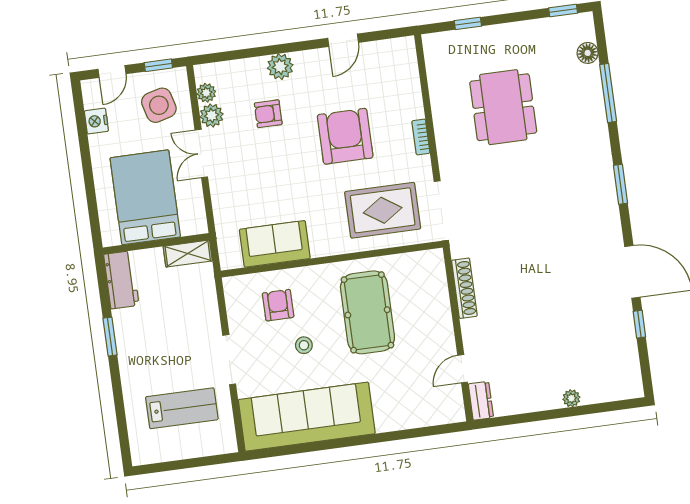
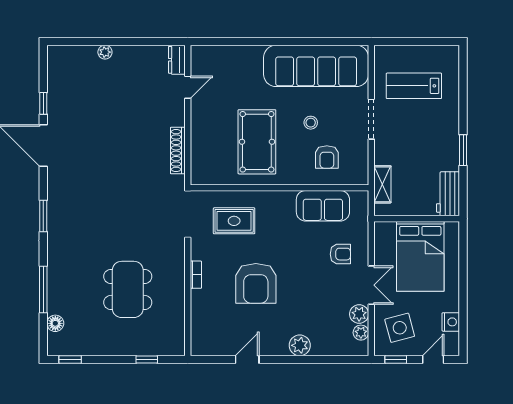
armchair: (268, 114) -> (340, 254), moved
rug: (383, 210) -> (234, 221), width x0.73, depth x0.70
shelving: (188, 254) -> (382, 184), moved, turned 90

